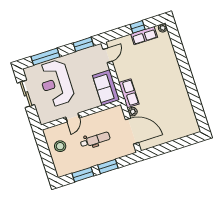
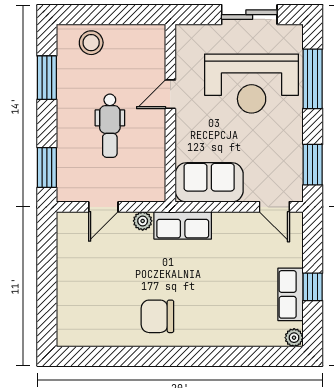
reception desk: (56, 83) -> (252, 84), turned 180
chair: (173, 91) -> (157, 316), added
door: (73, 118) -> (170, 94), hinge flipped
door: (132, 131) -> (103, 207), width x0.53
stool: (60, 146) -> (91, 43), moved
window: (108, 167) -> (47, 167), moved

